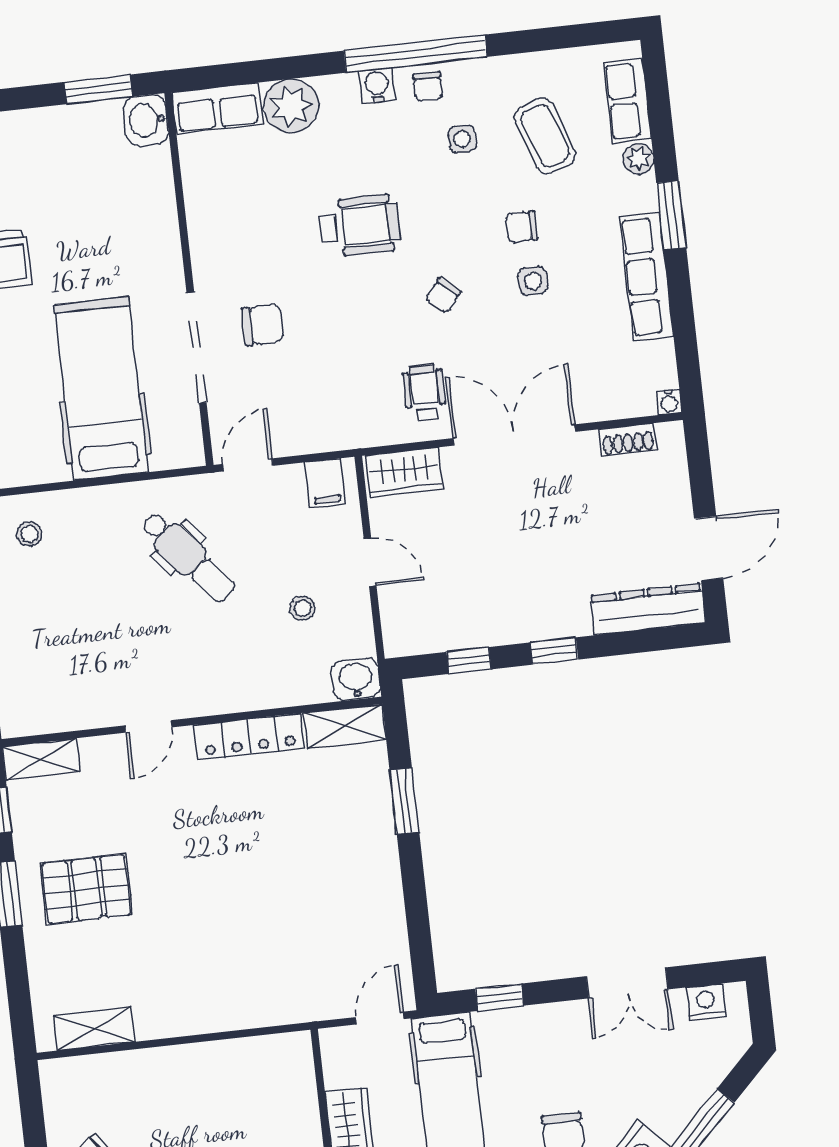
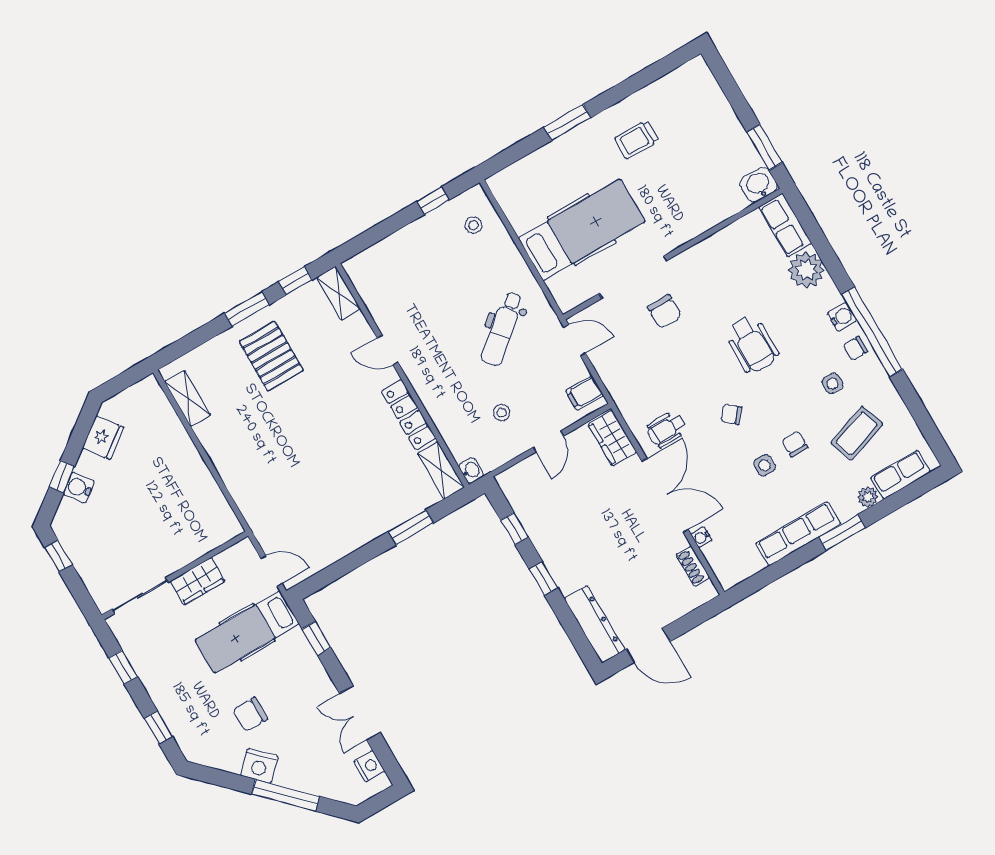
wheelchair: (425, 393) -> (667, 429), turned 180
water cooler: (669, 402) -> (701, 537), moved
washbasin: (356, 679) -> (471, 470), width x0.72, depth x0.69

